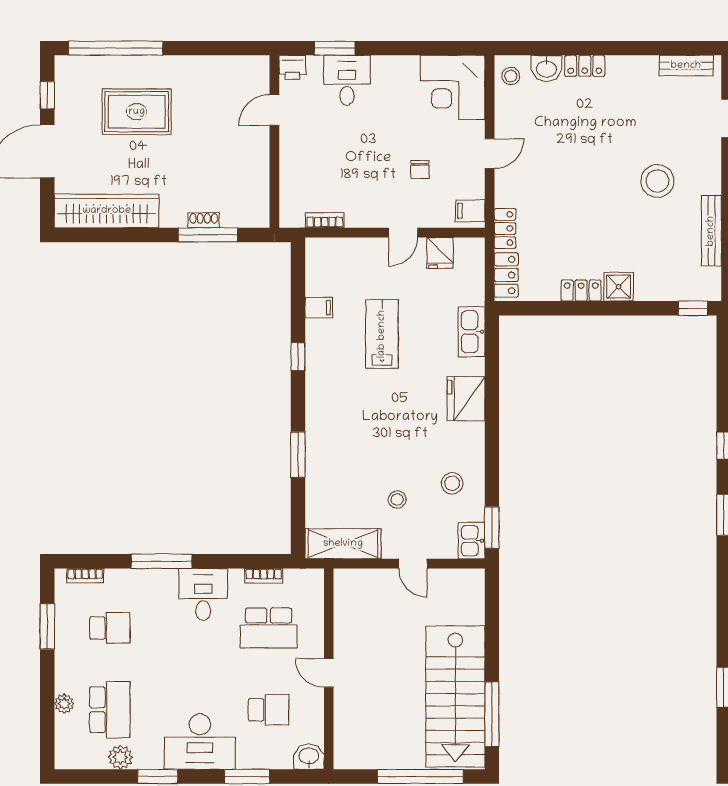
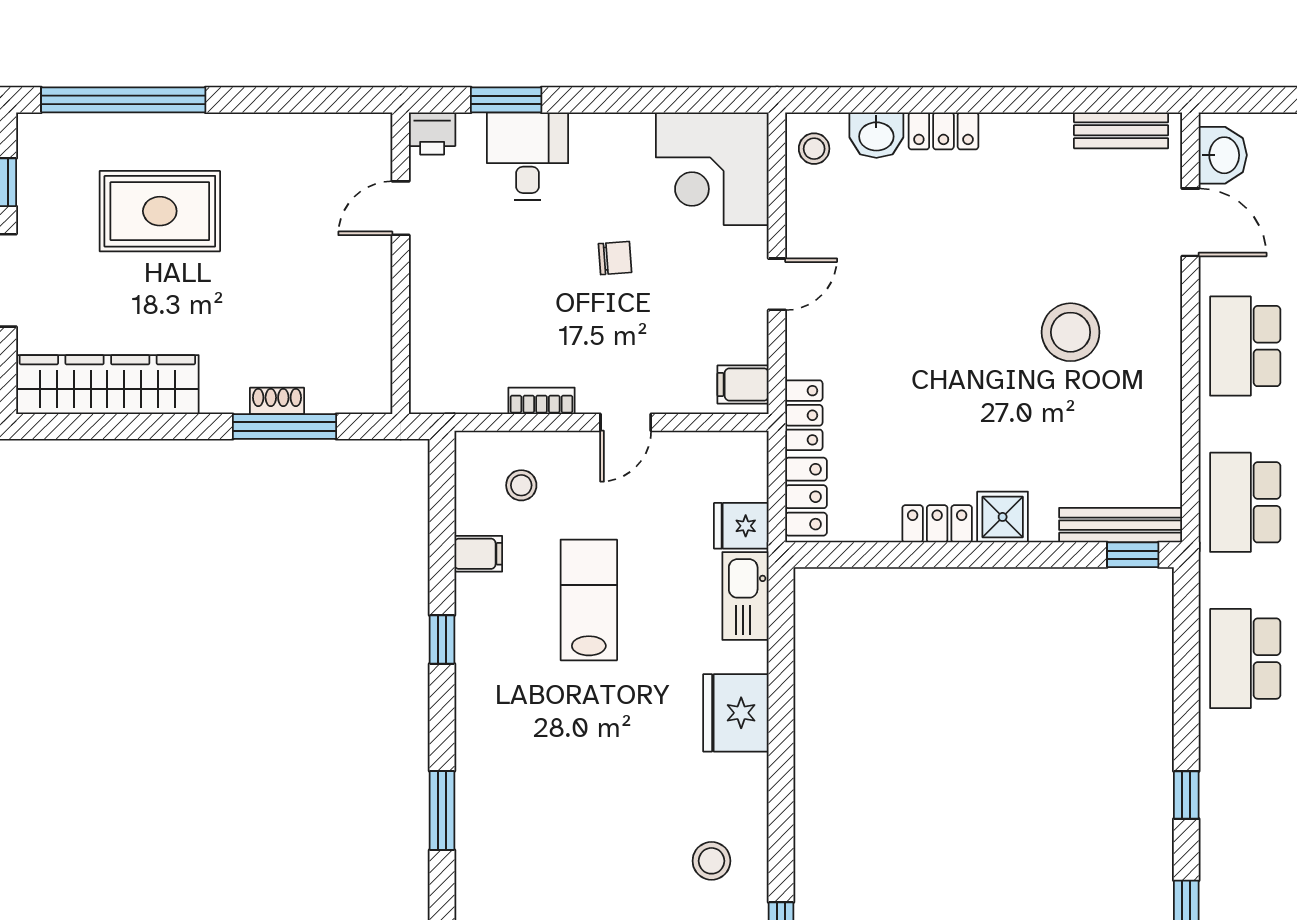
chair: (420, 170) -> (615, 258), moved, turned -94
bookcase: (325, 220) -> (541, 401), moved
bench: (711, 231) -> (1121, 525), moved, turned 90
fridge: (440, 253) -> (741, 526), moved, turned 90
stool: (397, 500) -> (521, 485), moved

